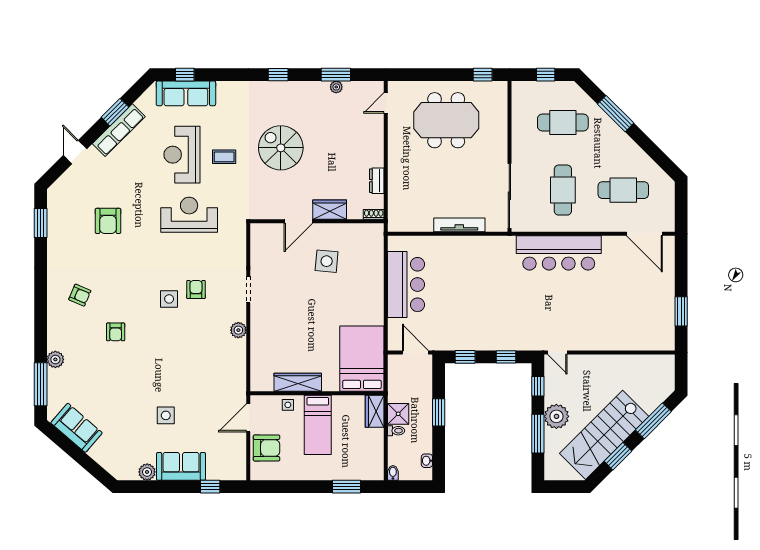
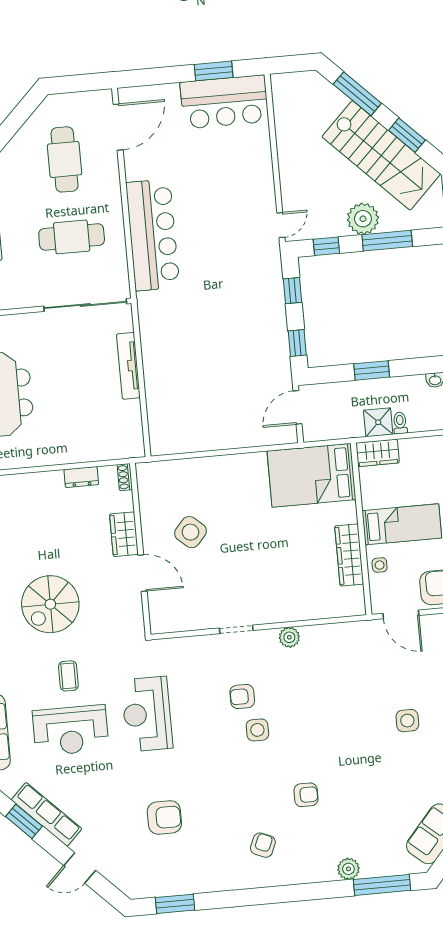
side table: (327, 261) -> (191, 532), turned 36
bar counter: (406, 285) -> (224, 102), moved, turned 180

